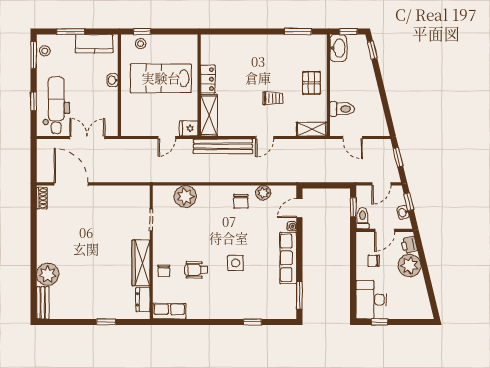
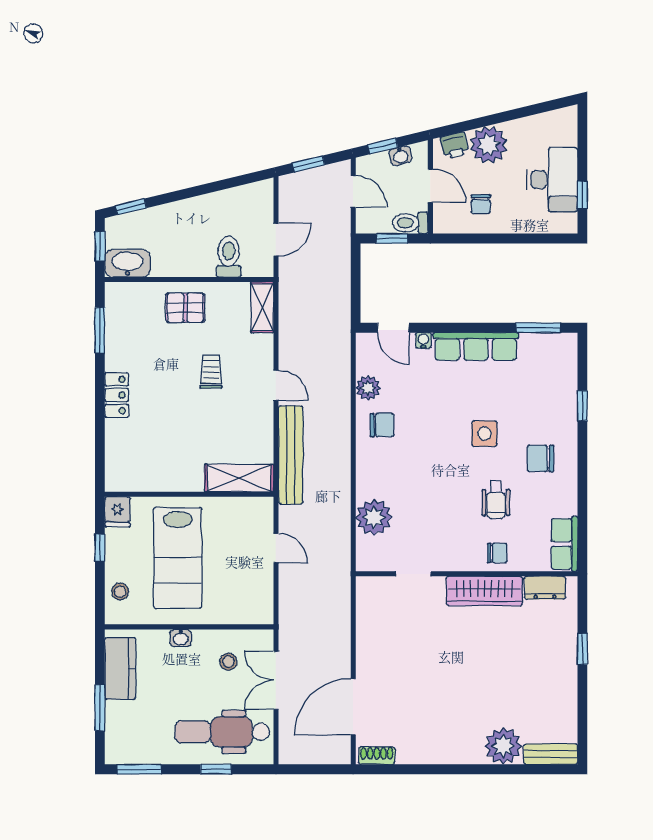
window: (142, 31) -> (100, 548), moved
stool: (45, 51) -> (228, 662), moved
locker: (208, 79) -> (117, 395), moved, turned 90
fridge: (189, 128) -> (117, 512), moved
chair: (221, 297) -> (540, 458), added
desk: (371, 300) -> (552, 180), moved, turned -90

